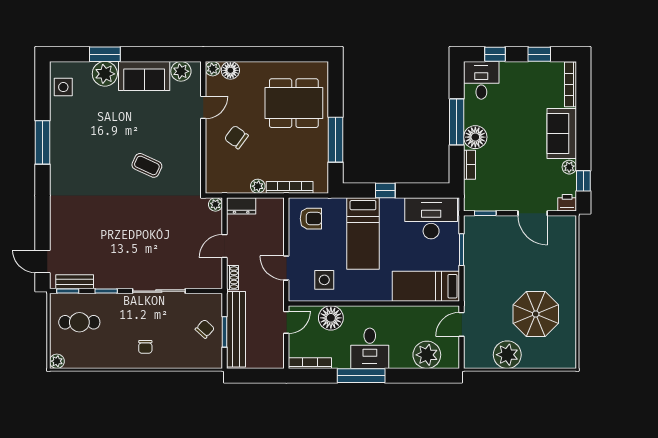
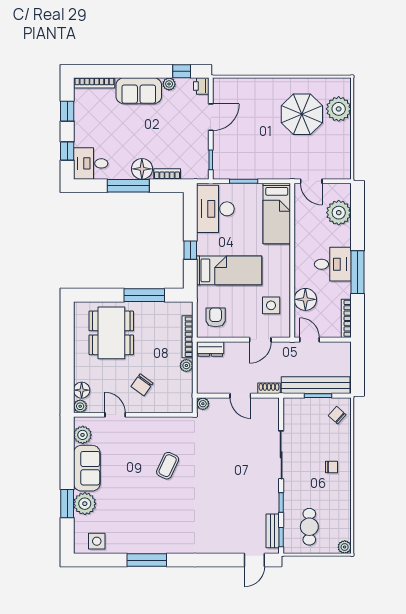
dresser: (241, 206) -> (210, 349), moved, turned 90
chair: (205, 329) -> (337, 415), moved
plant: (507, 355) -> (339, 109), moved

